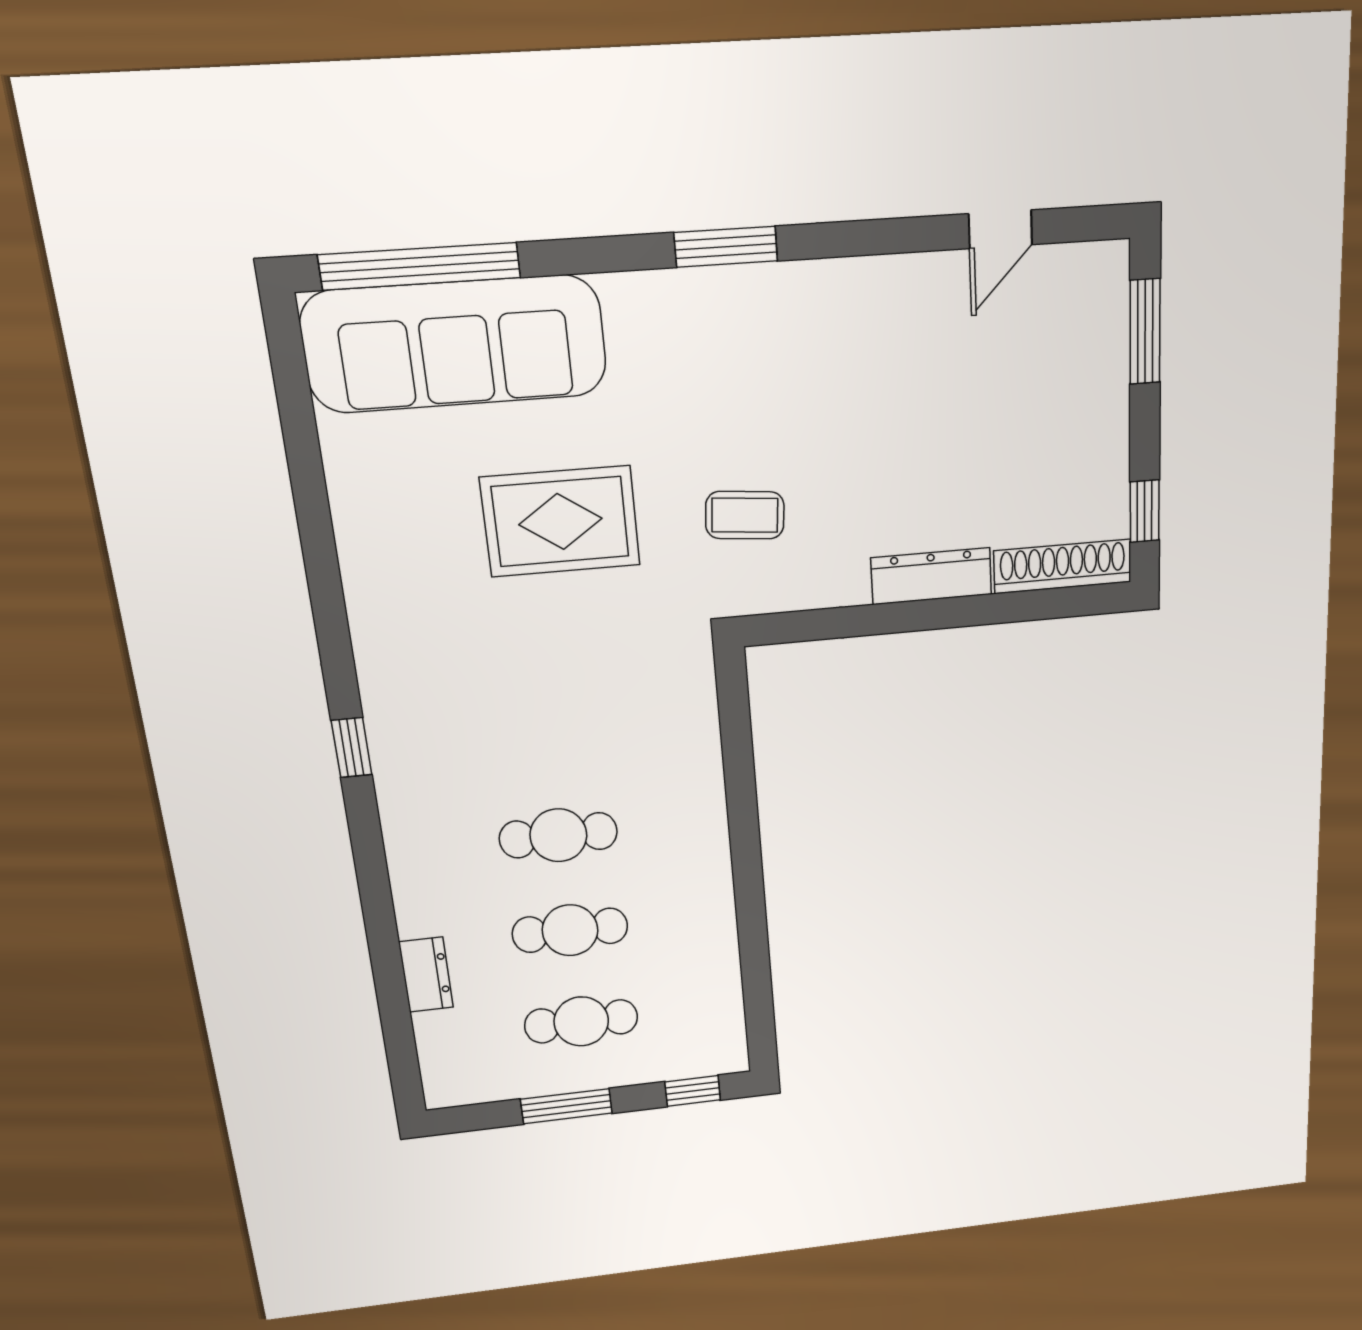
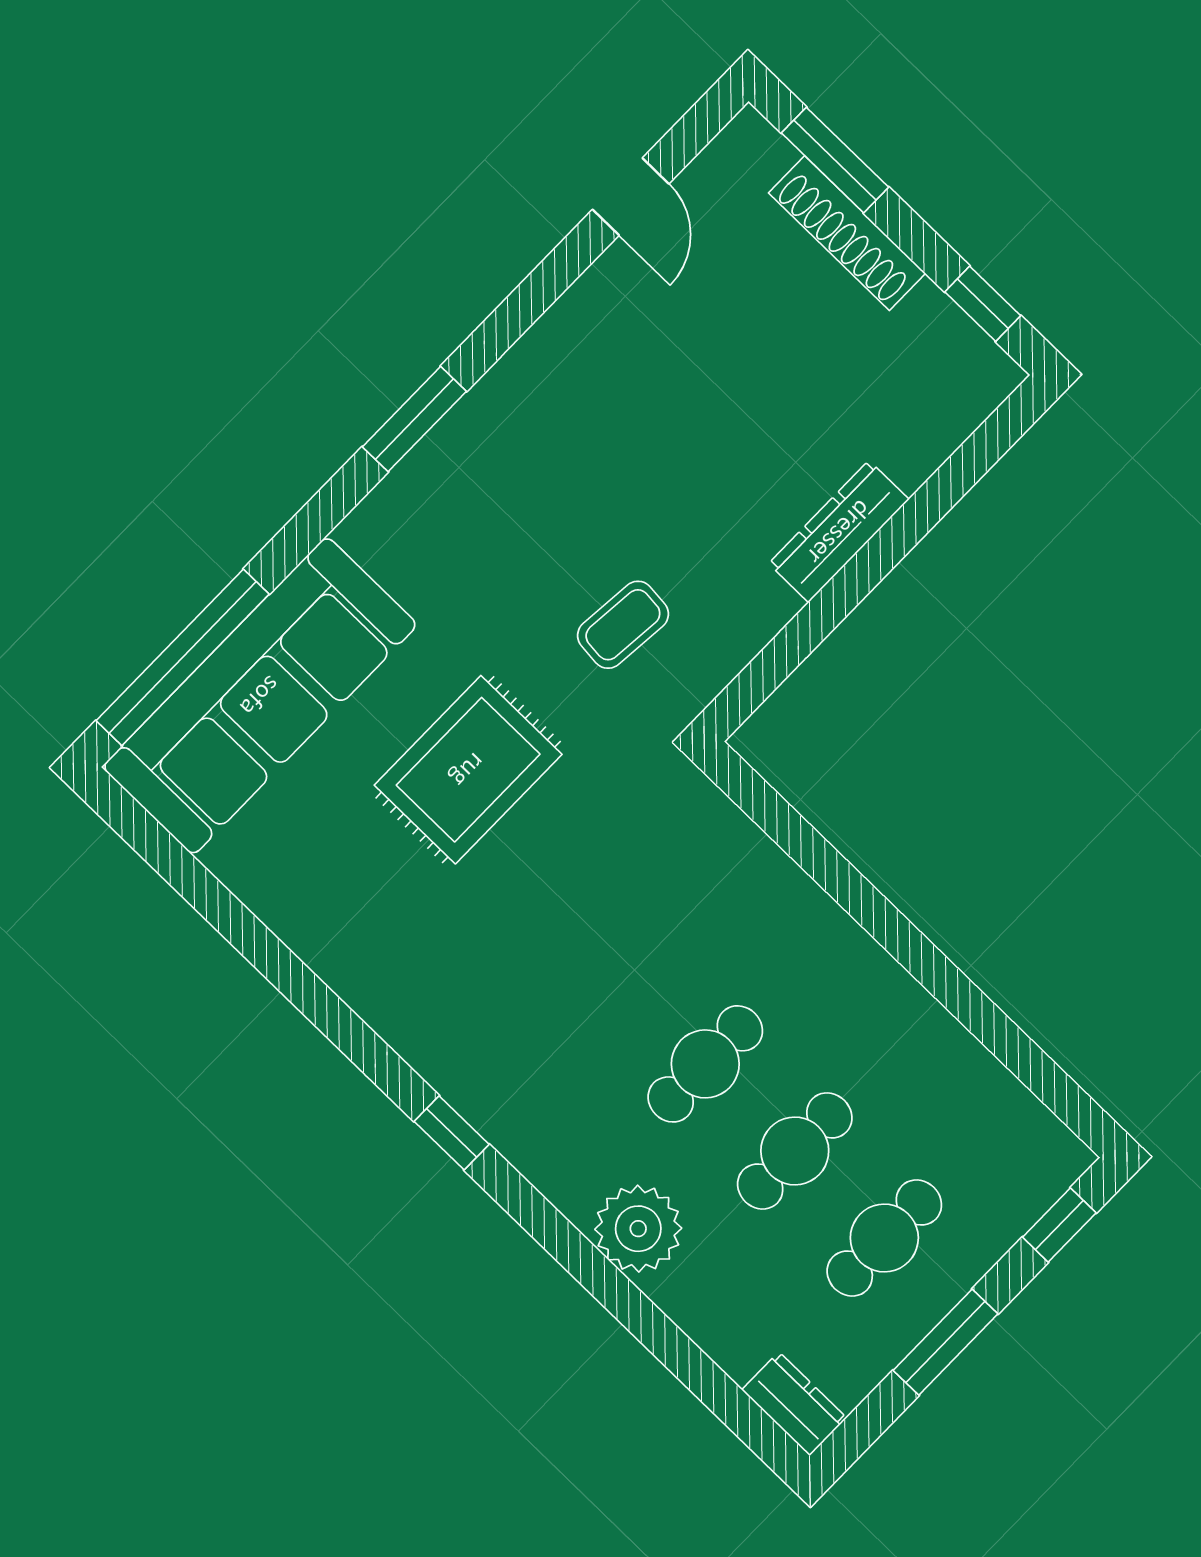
shoe rack: (1063, 566) -> (847, 233), moved, turned -90
plant: (429, 901) -> (638, 1229), added
dresser: (426, 975) -> (794, 1404), moved

